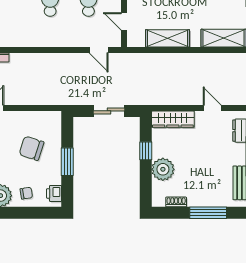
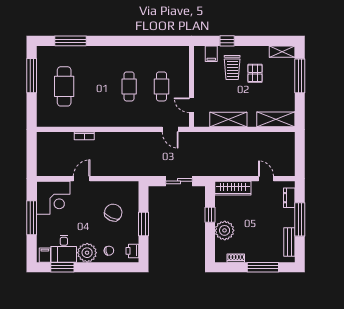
chair: (31, 148) -> (113, 213), turned 96

